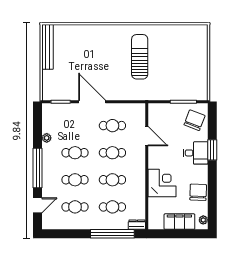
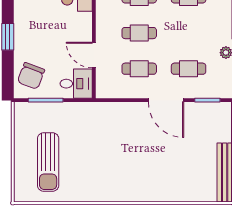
sun lounger: (140, 57) -> (48, 162), moved
cafe table: (75, 153) -> (189, 69), moved
desk: (196, 153) -> (76, 84), moved, turned 180

